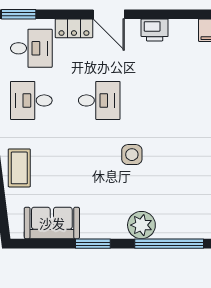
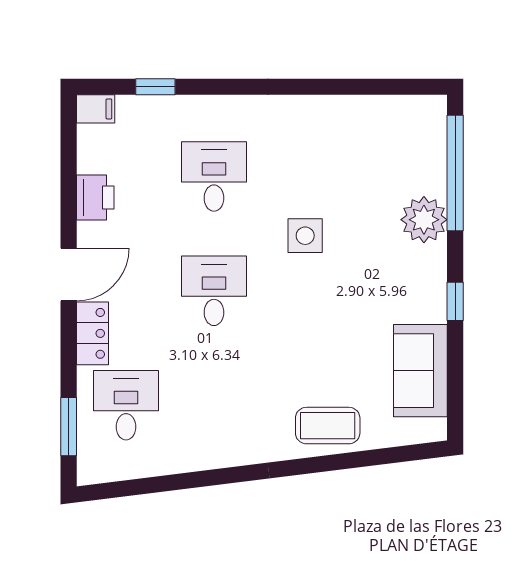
desk: (31, 100) -> (214, 176), moved, turned 180
window: (93, 244) -> (455, 301), width x0.67

